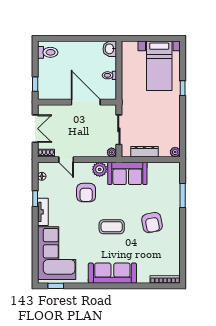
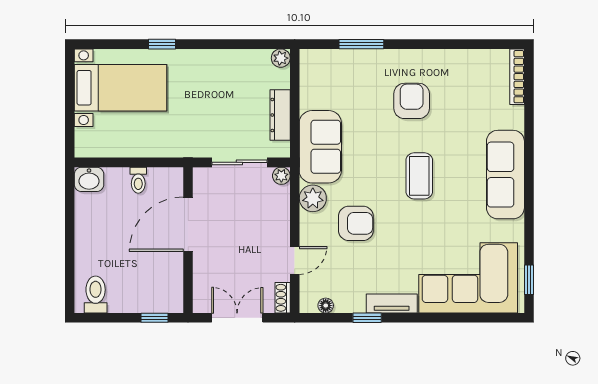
armchair: (152, 223) -> (412, 101), turned -79

